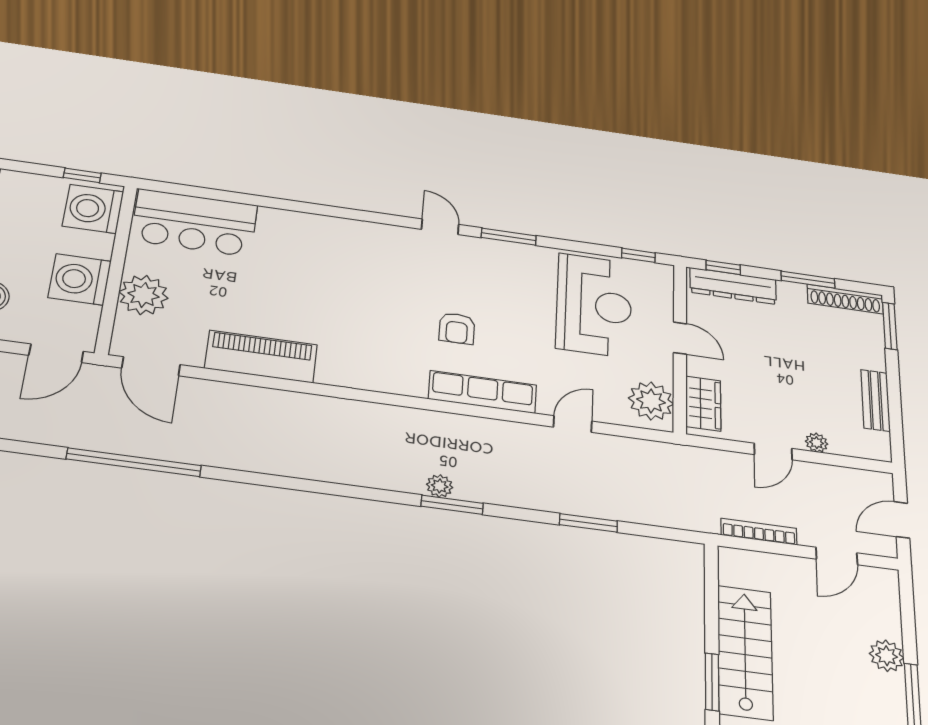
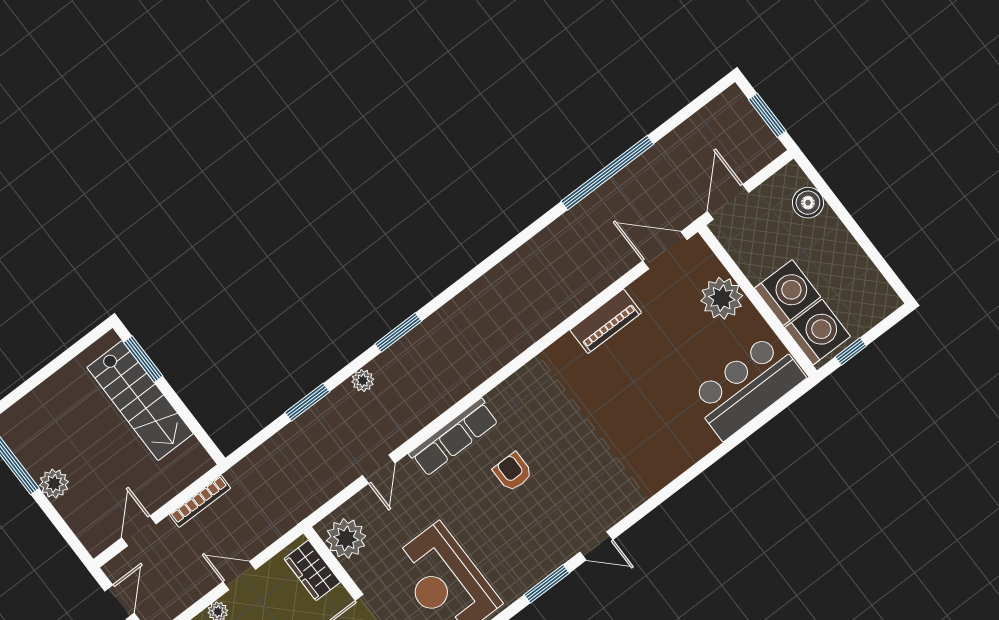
washing machine: (80, 279) -> (788, 293), moved
piano: (261, 357) -> (606, 321), width x0.73, depth x0.75
door: (773, 452) -> (239, 576), hinge flipped
plant: (440, 486) -> (363, 381), moved

